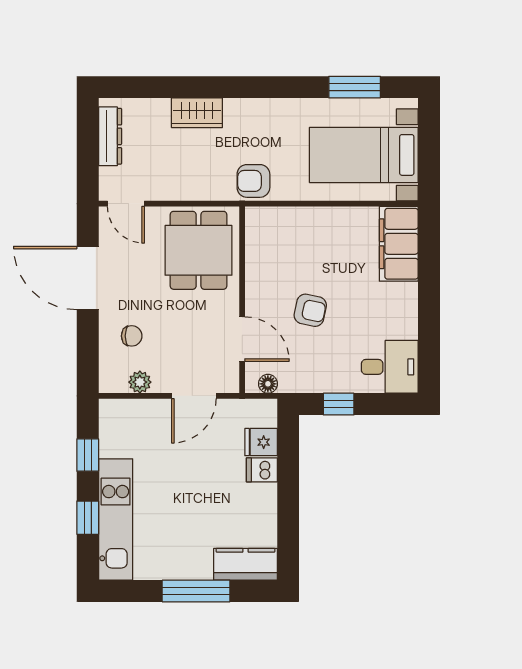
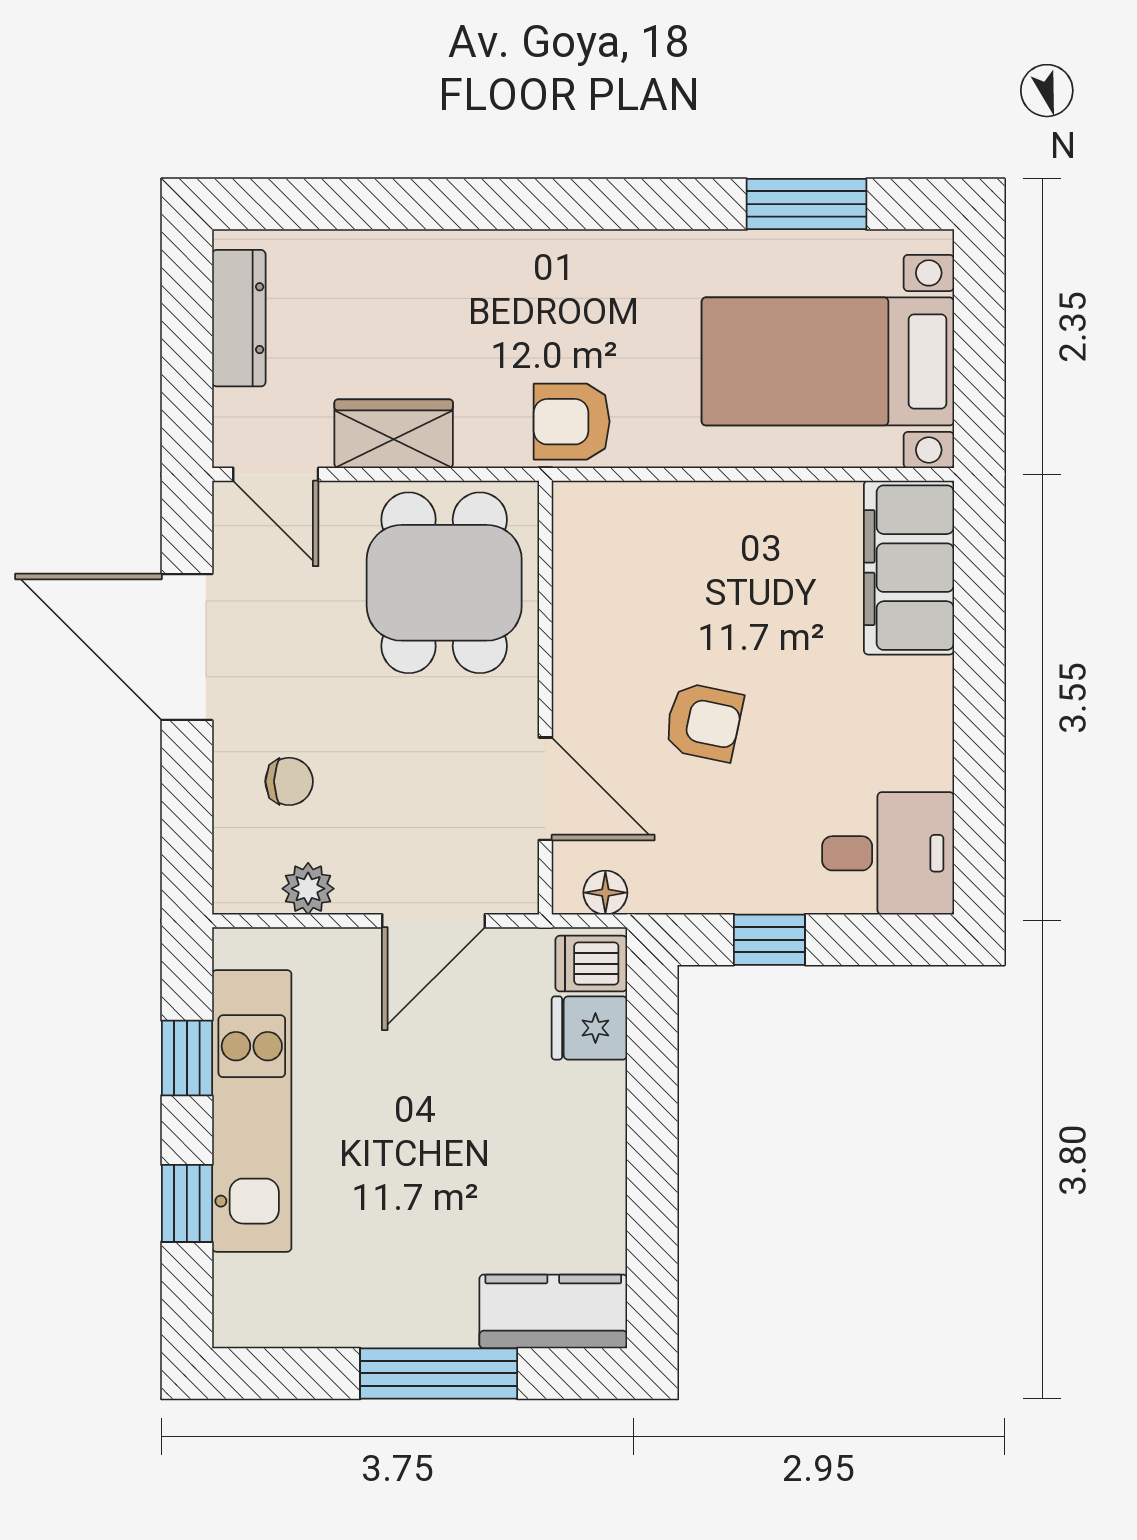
wardrobe: (197, 113) -> (394, 434), moved, turned 180
dishwasher: (262, 470) -> (591, 964), moved
kitchen unit: (116, 519) -> (252, 1111), moved

